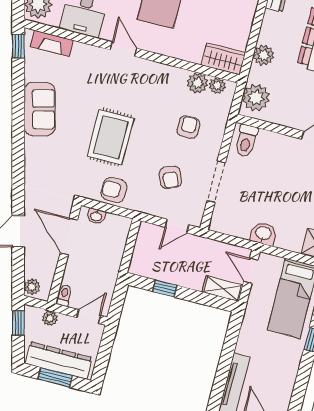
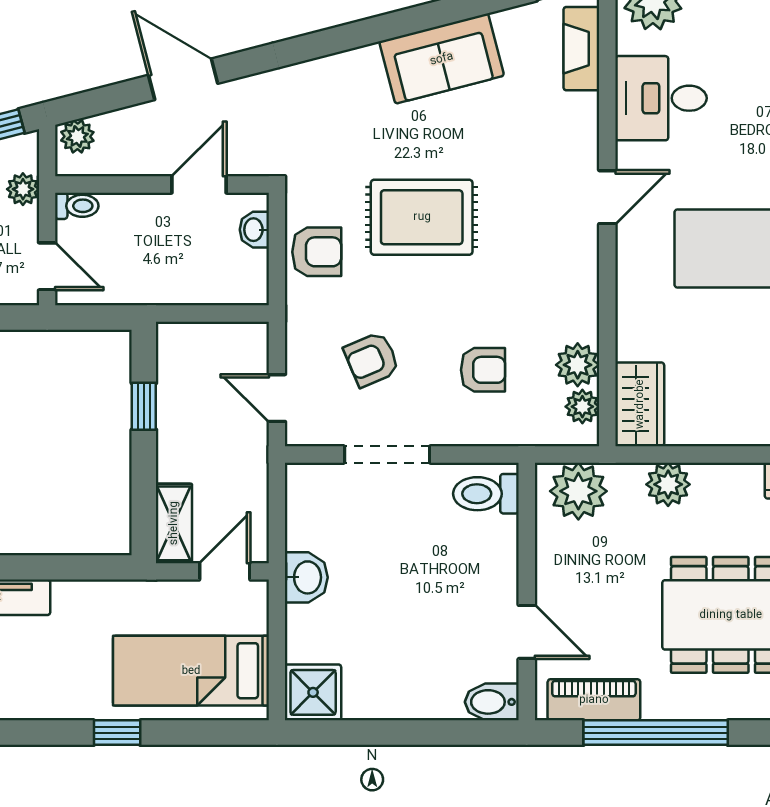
armchair: (114, 190) -> (317, 252), turned 90
door: (69, 236) -> (199, 184), width x0.73

